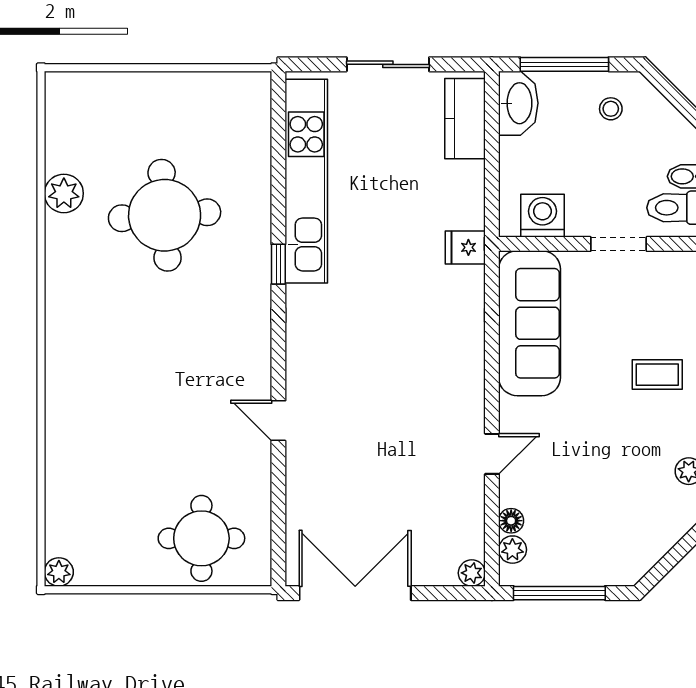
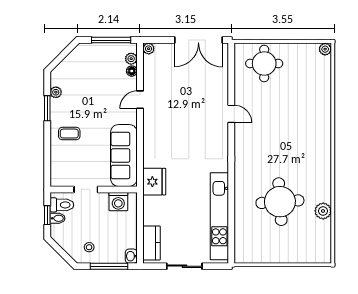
washbasin: (518, 103) -> (131, 256), width x0.52, depth x0.69
fridge: (465, 247) -> (154, 182), width x1.88, depth x1.34
window: (278, 264) -> (231, 181), removed

